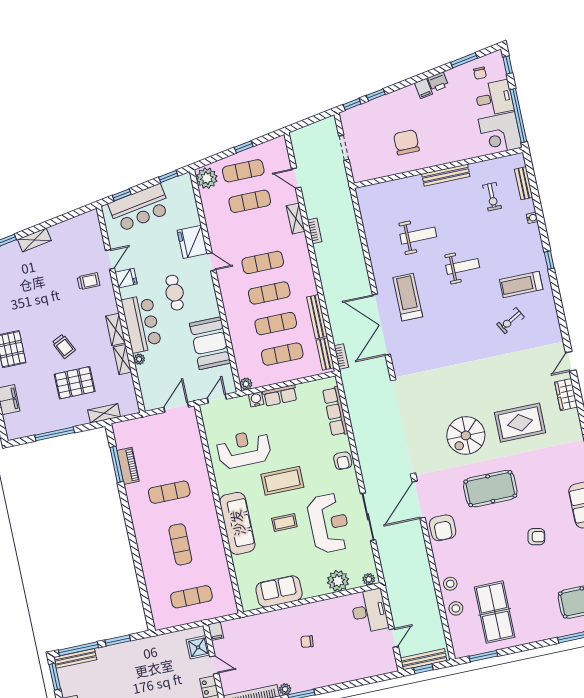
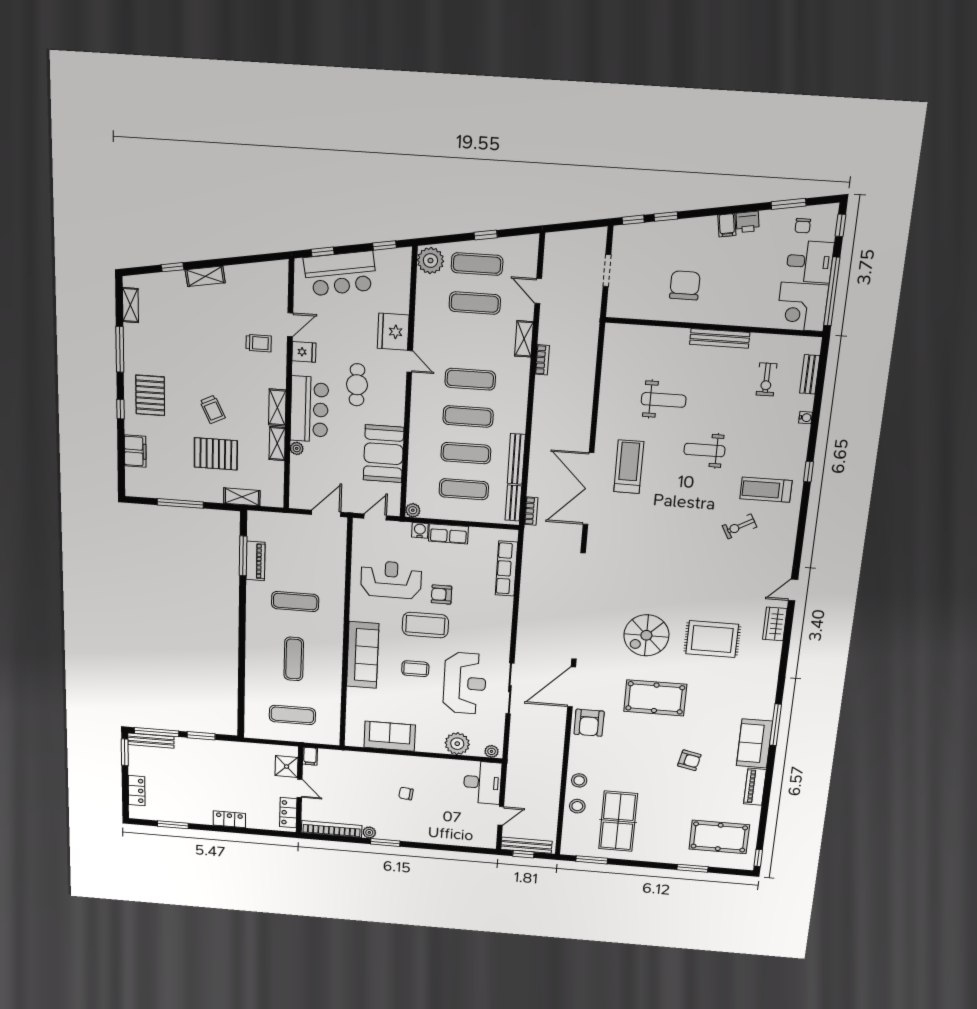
weight bench: (463, 266) -> (704, 450), turned 180
armchair: (343, 461) -> (442, 594), moved, turned 90

